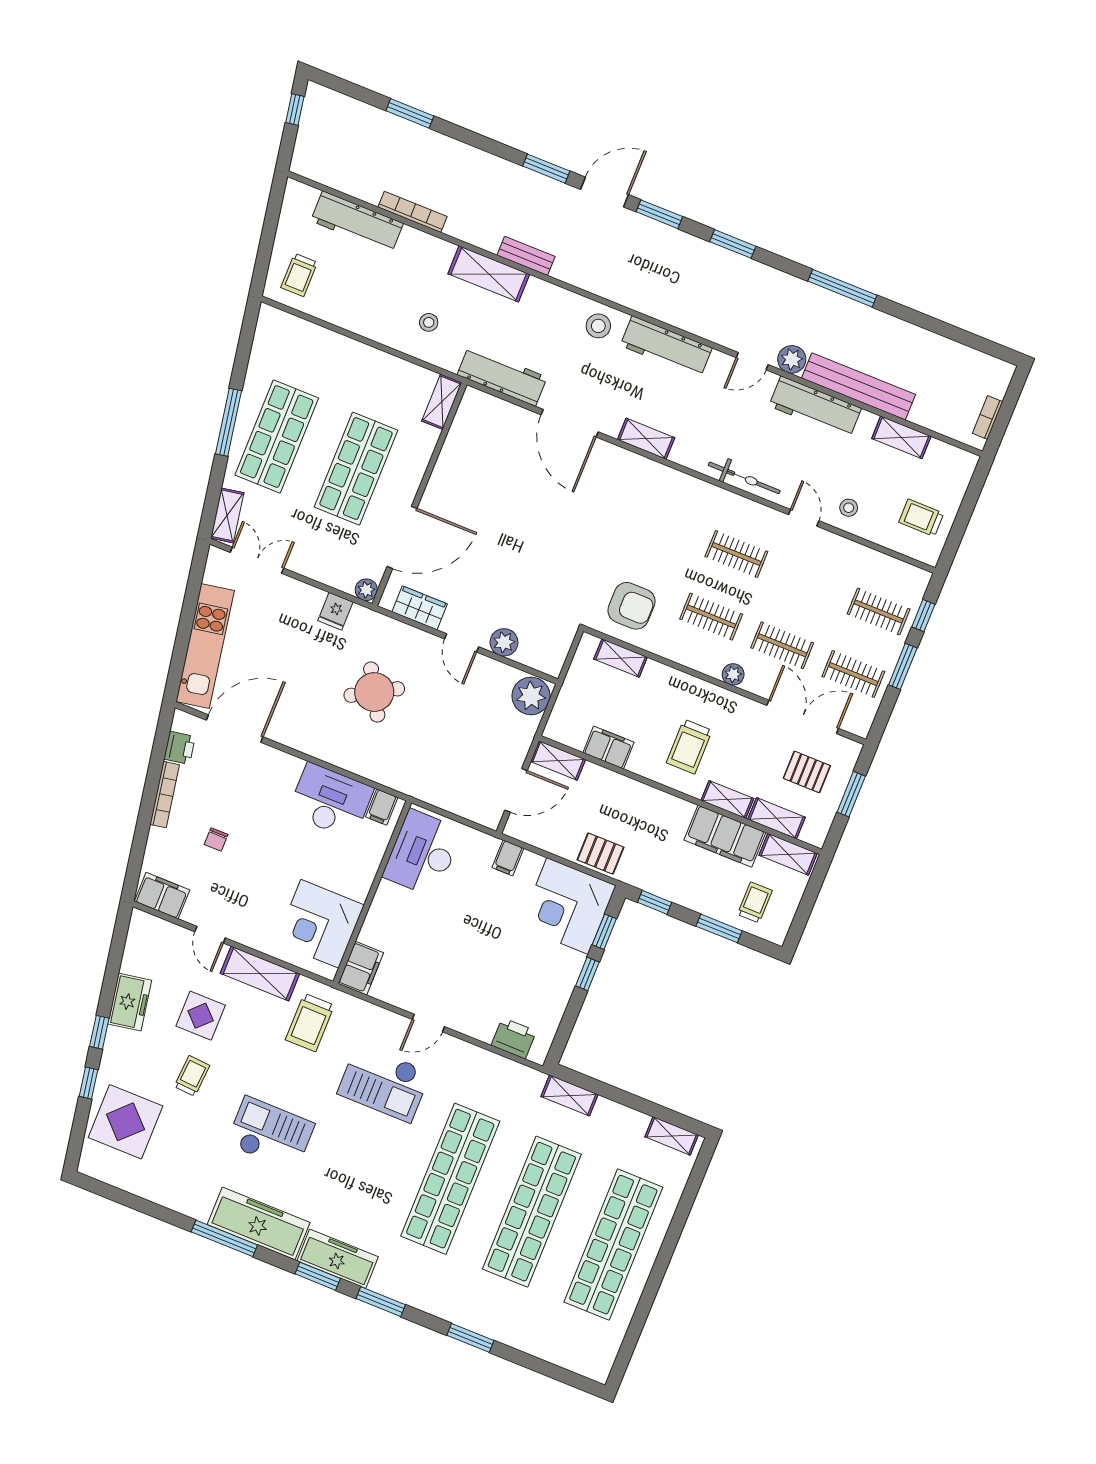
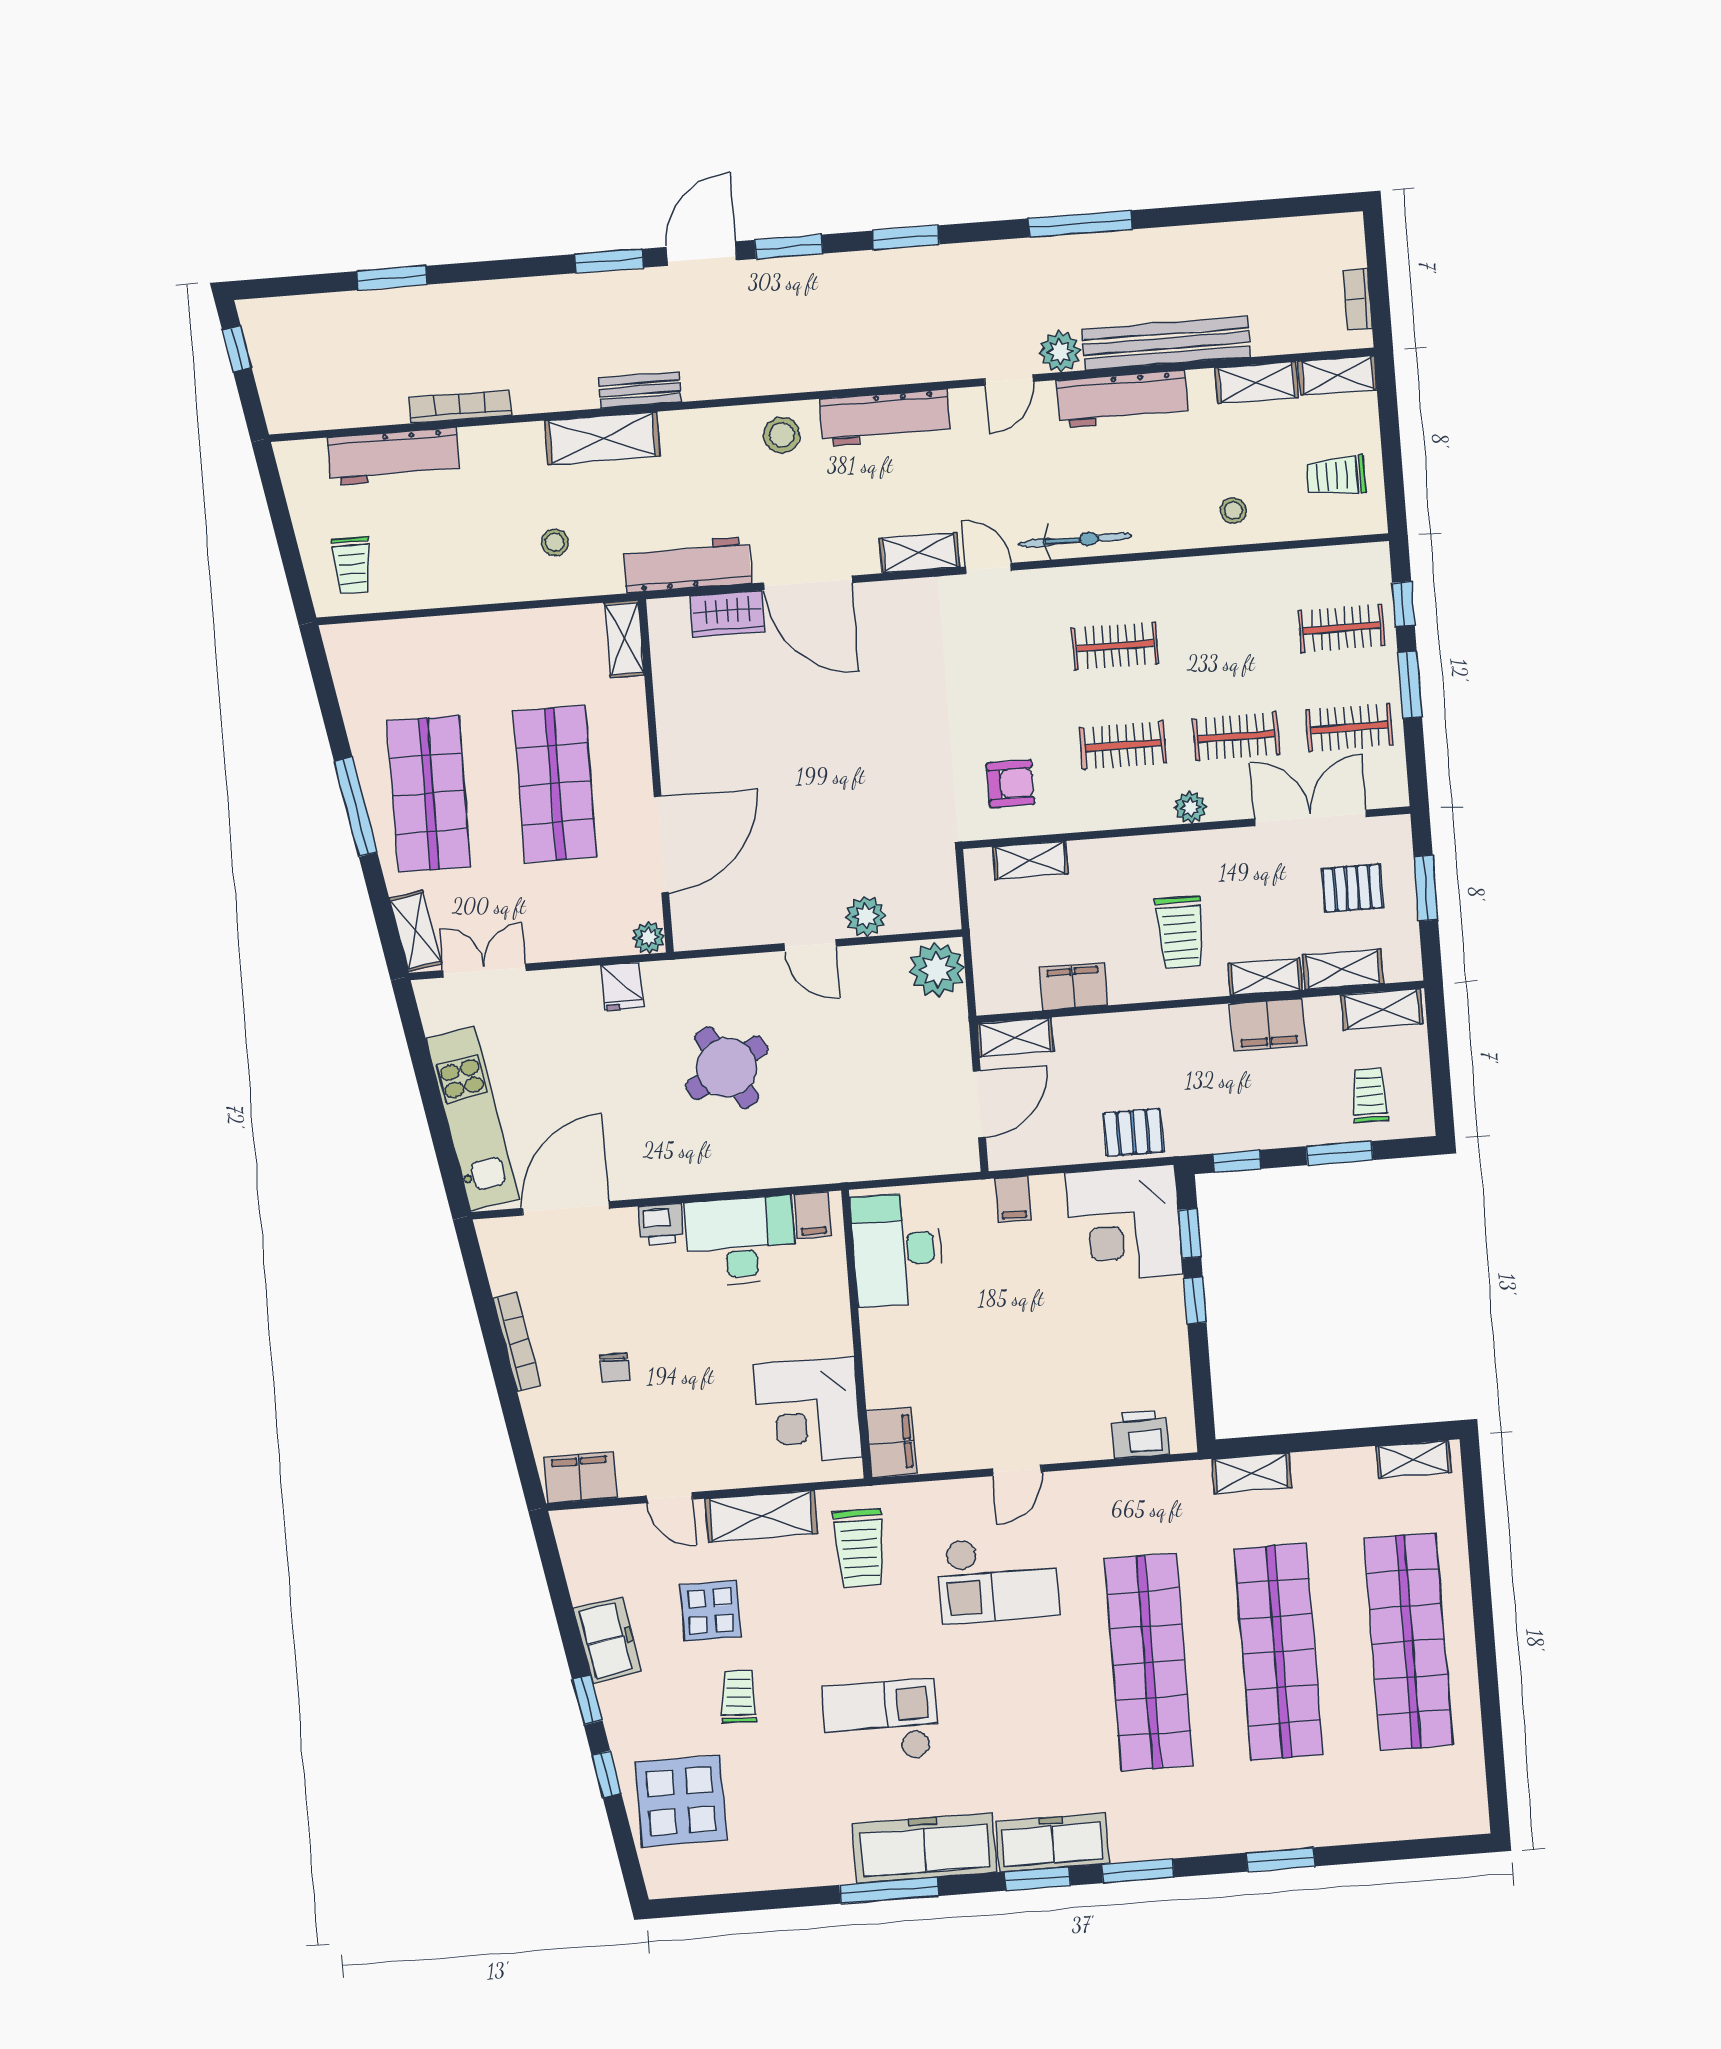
shelving: (953, 457) -> (1338, 375), added
door: (804, 518) -> (988, 569), moved
armchair: (632, 606) -> (1010, 784), width x0.72, depth x0.72
wardrobe: (420, 608) -> (727, 614), moved, turned 180
printer: (180, 748) -> (661, 1224), moved, turned 100
filing cabinet: (725, 836) -> (1268, 1025), width x0.67, depth x0.86

